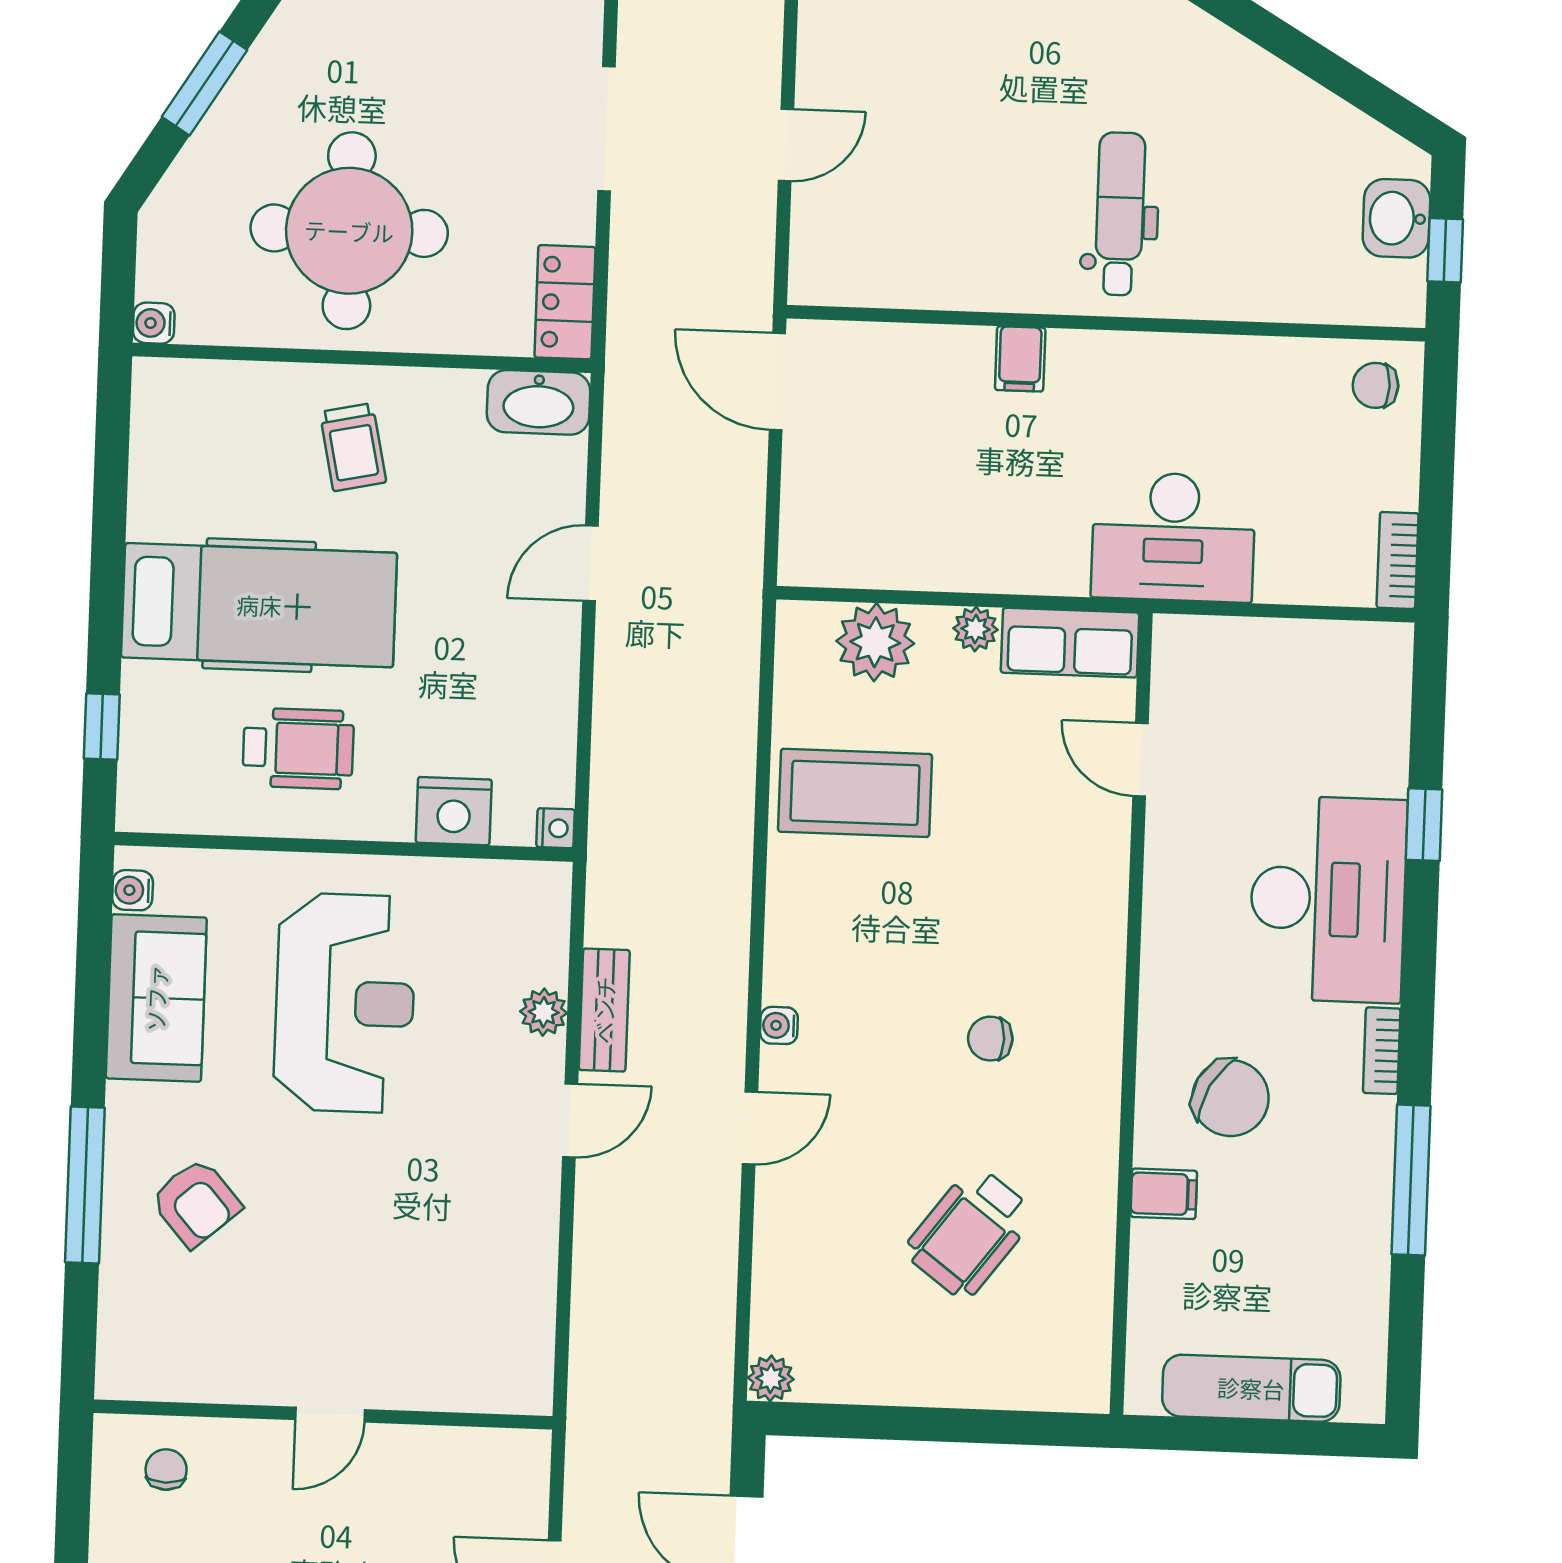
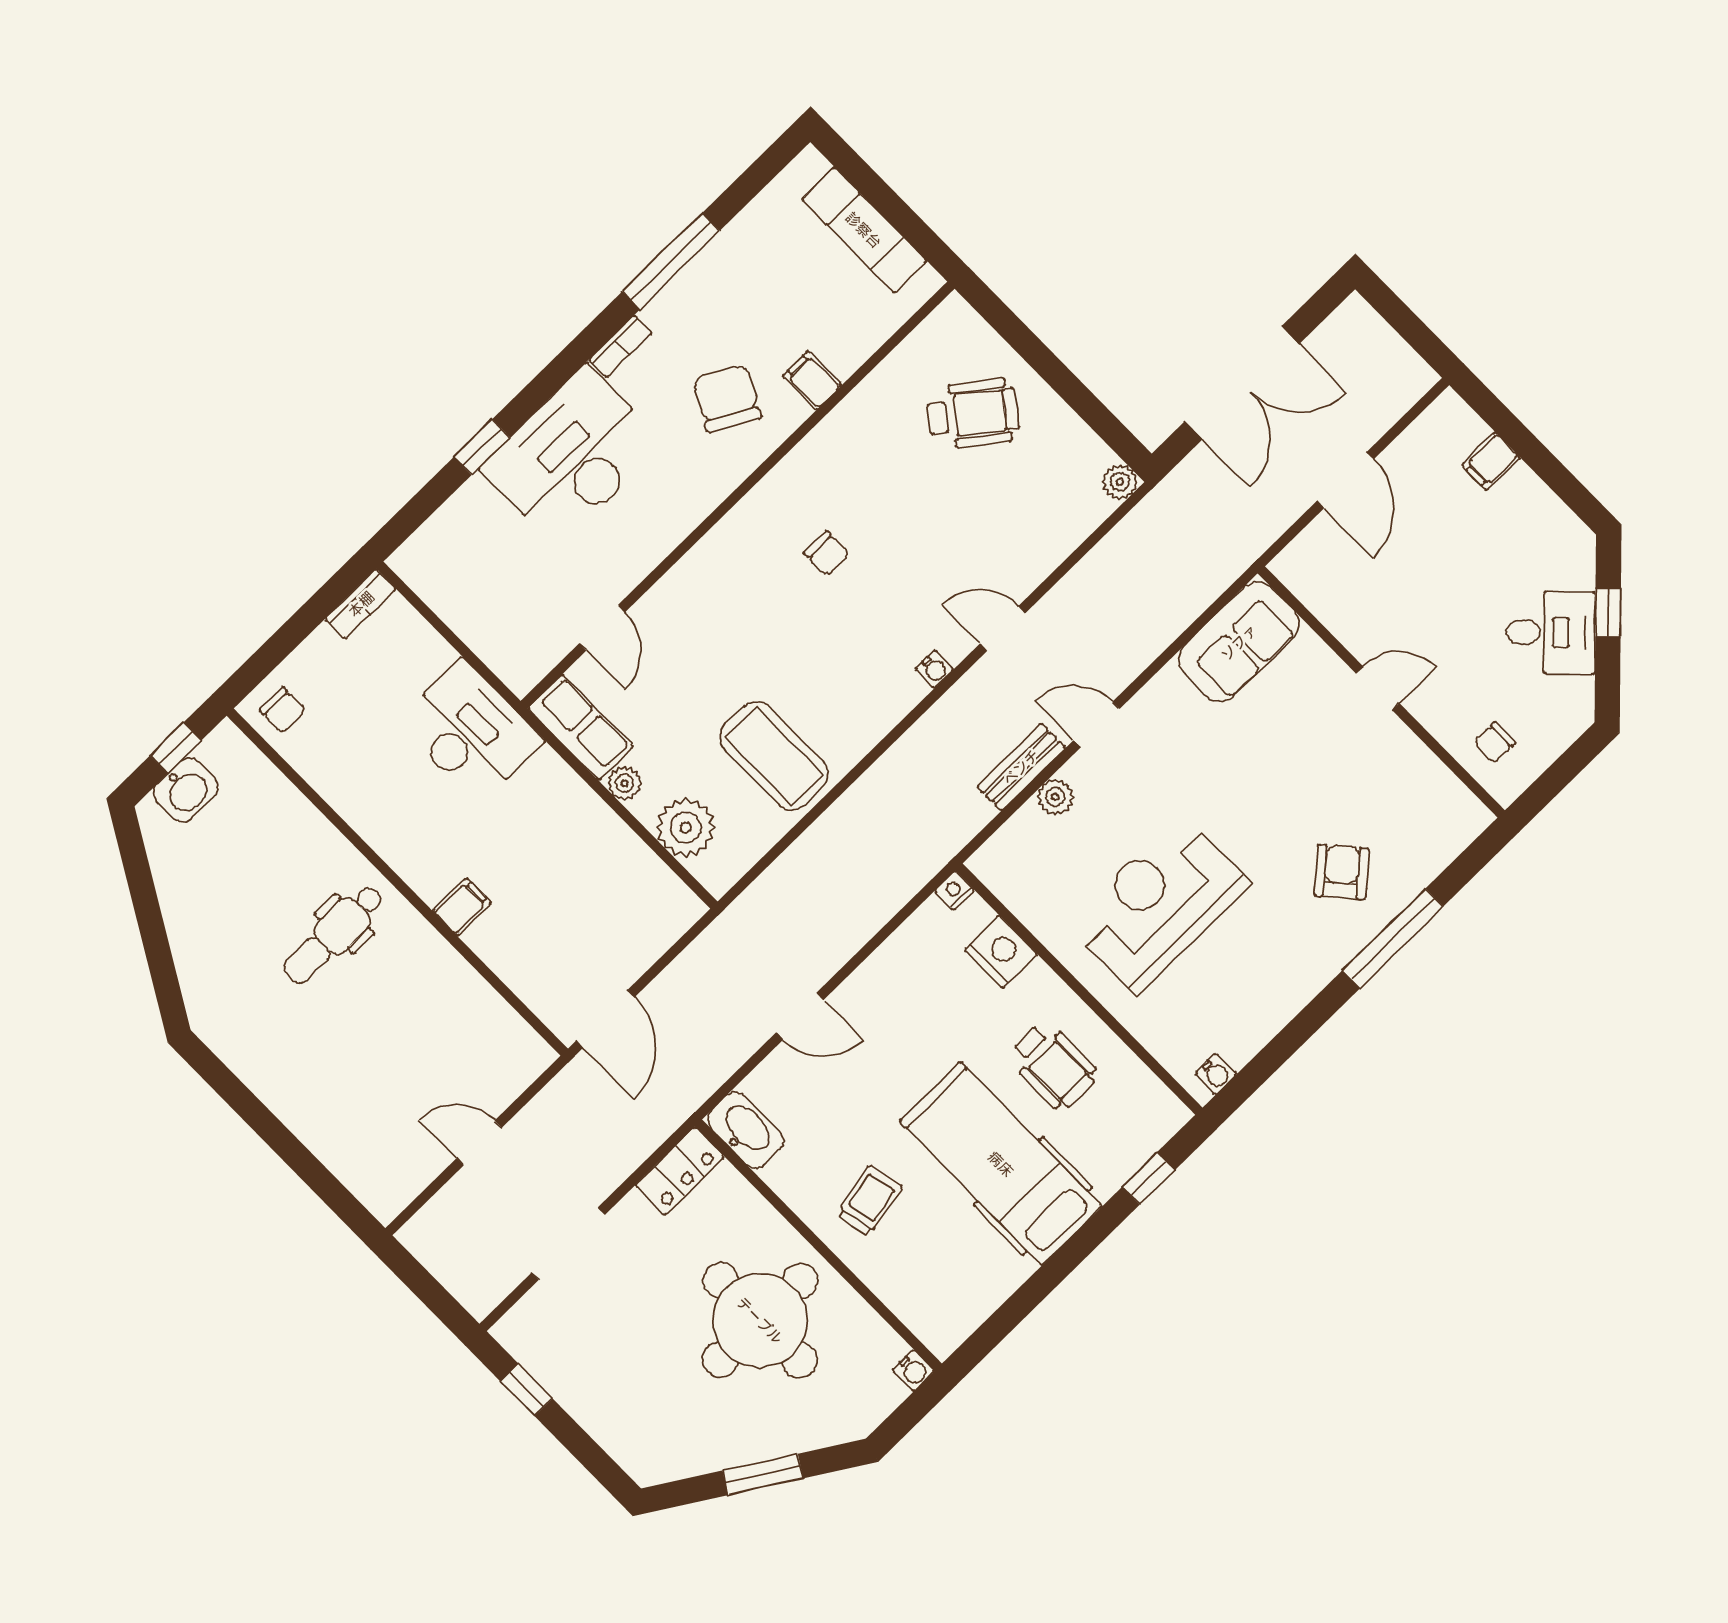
wheelchair: (298, 748) -> (1053, 1066), turned 180
sofa: (156, 998) -> (1239, 642), moved, turned 180
wheelchair: (970, 1233) -> (973, 414), moved

